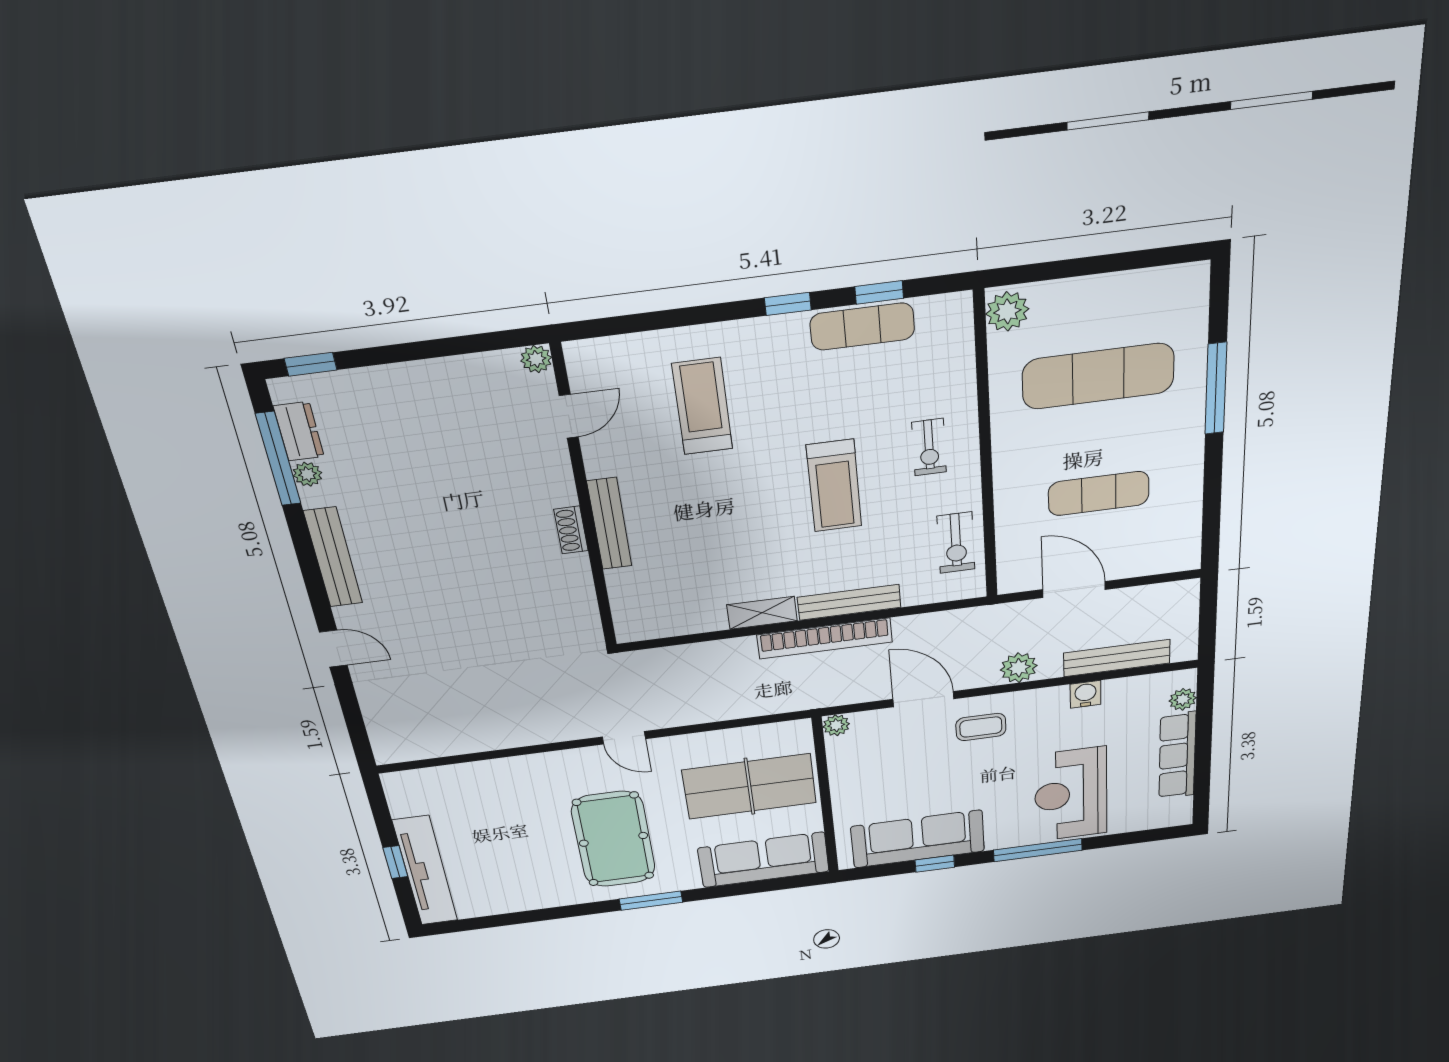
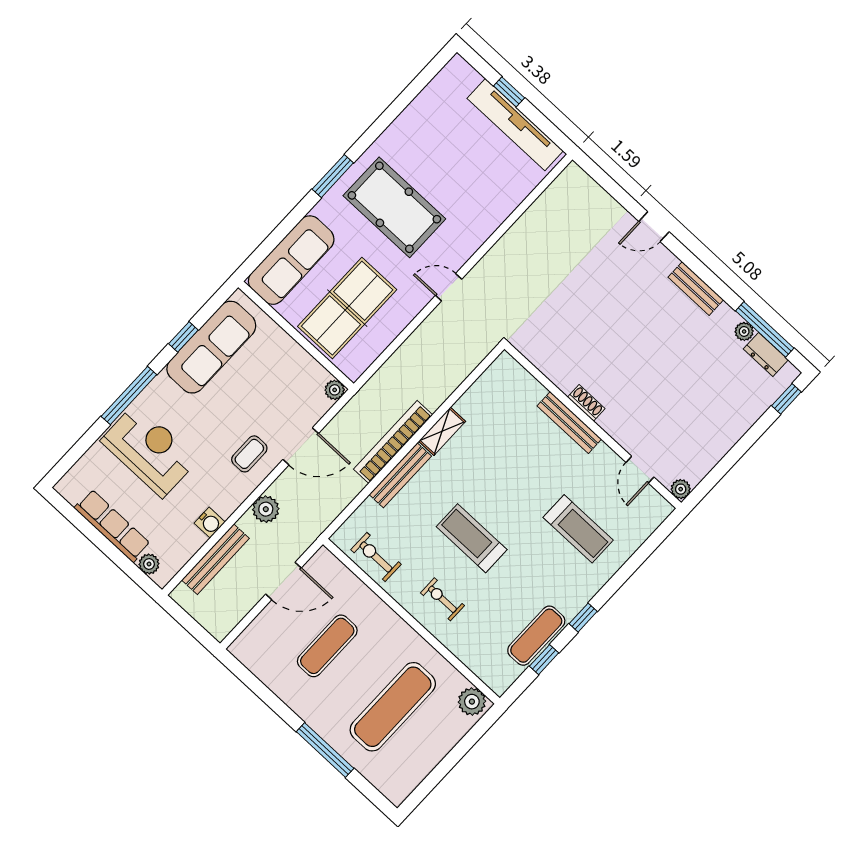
bench: (333, 557) -> (696, 289), width x0.73
tv unit: (425, 871) -> (515, 125), moved

